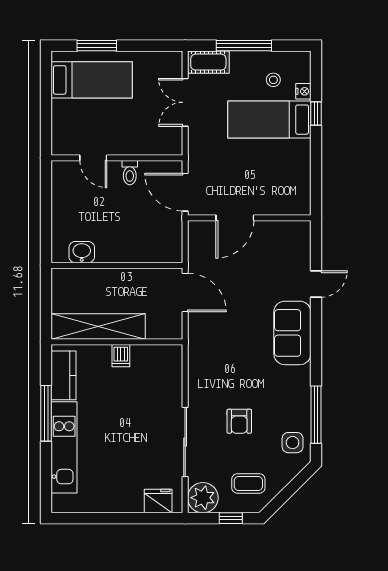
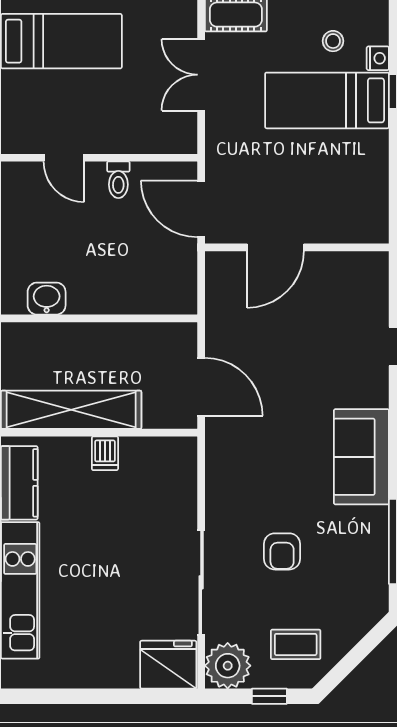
door: (185, 293) -> (201, 387), moved
sofa: (292, 333) -> (361, 457), moved
side table: (293, 443) -> (362, 583), removed
fridge: (158, 501) -> (168, 665), width x1.36, depth x1.34

